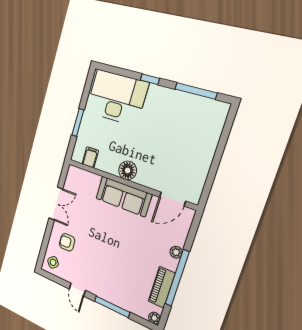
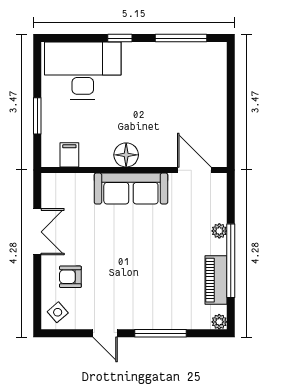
door: (172, 199) -> (194, 170), swing flipped

